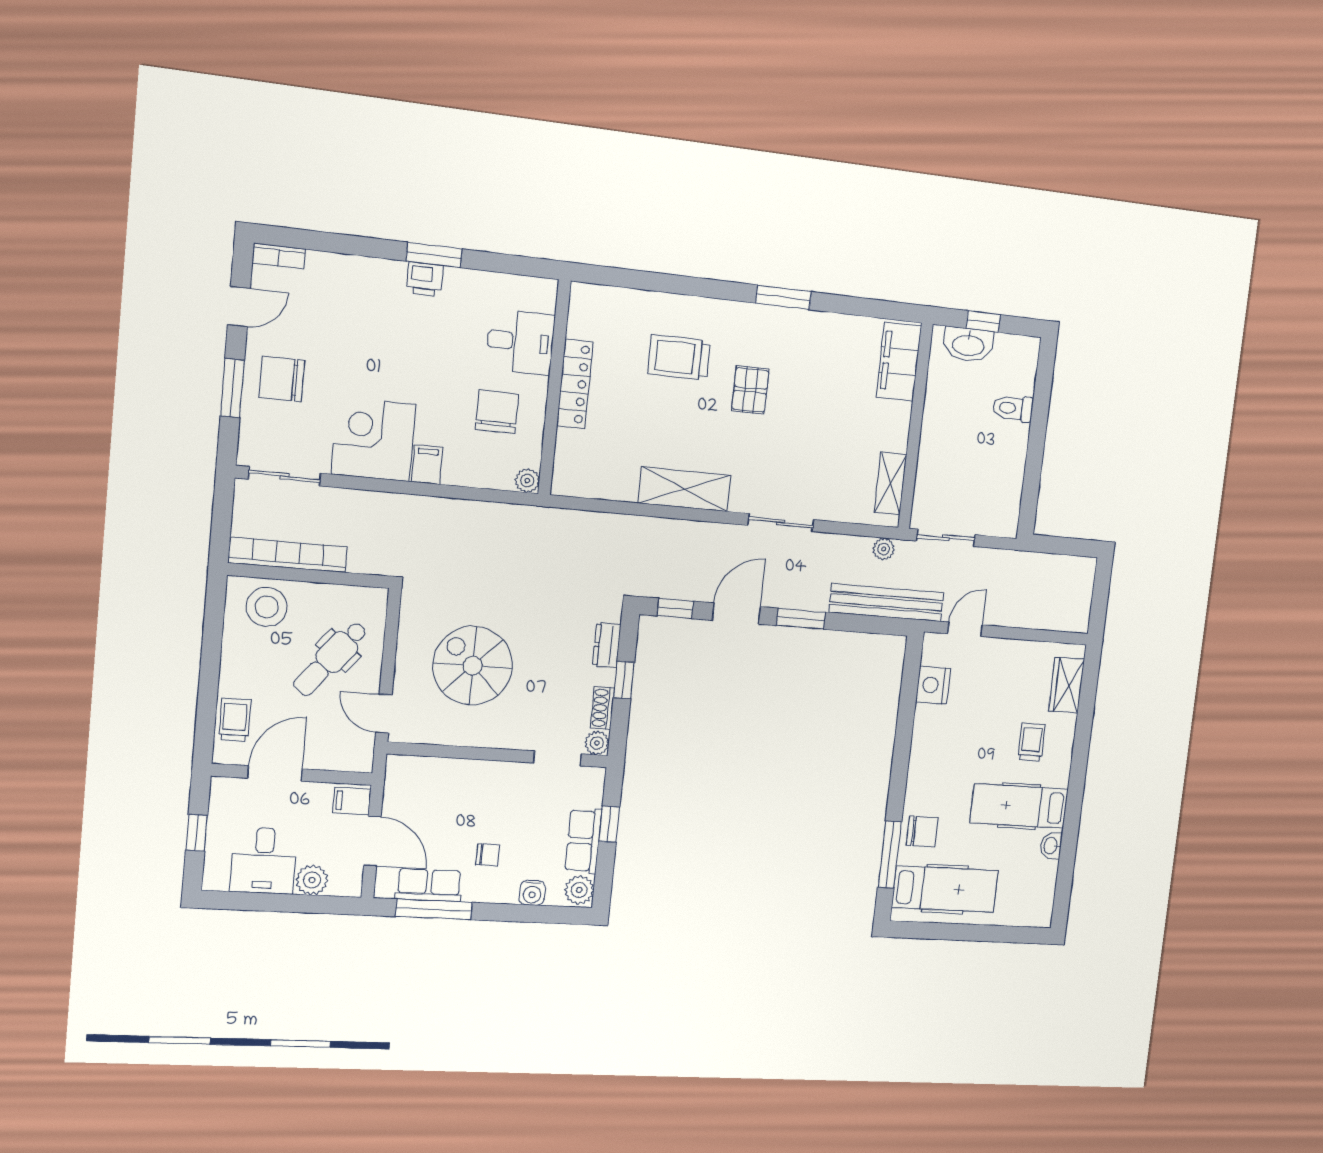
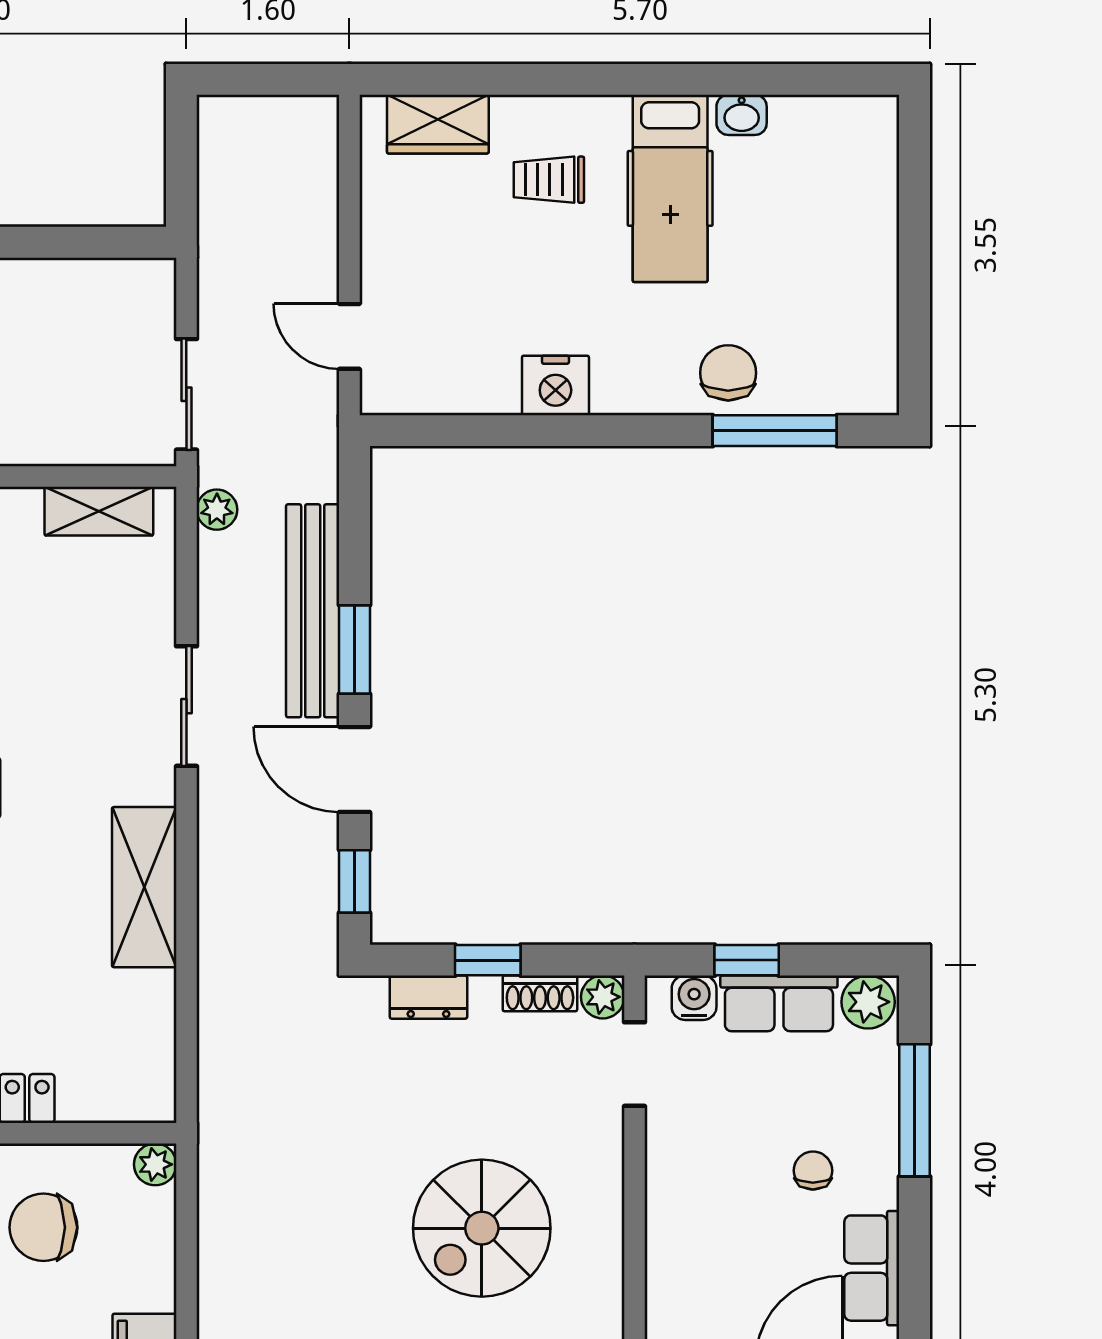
bench: (887, 603) -> (313, 611), moved
nightstand: (933, 685) -> (555, 385), moved
hospital bed: (945, 889) -> (834, 315), removed
water cooler: (532, 893) -> (694, 998), moved, turned -90
window: (434, 909) -> (915, 1110), moved

